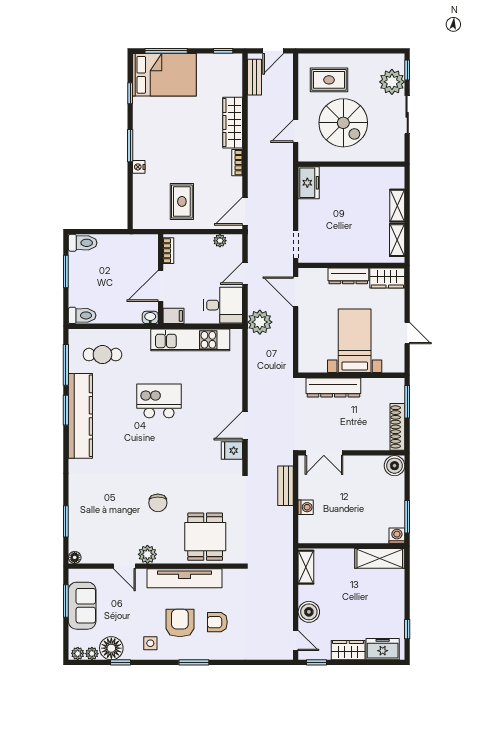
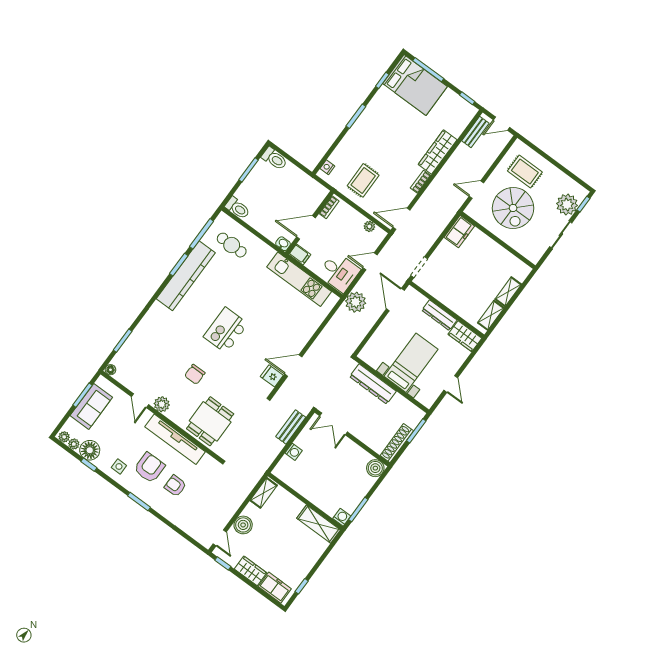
nightstand: (139, 167) -> (327, 167), moved
kitchen island: (159, 401) -> (226, 330), moved, turned -90

